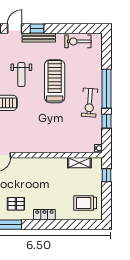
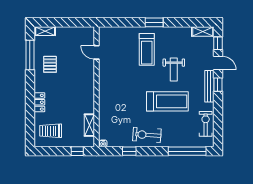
weight bench: (21, 75) -> (174, 70), turned -90
window: (107, 89) -> (187, 151), moved
trolley: (85, 203) -> (51, 131), turned -90
locker: (44, 215) -> (39, 102), moved

